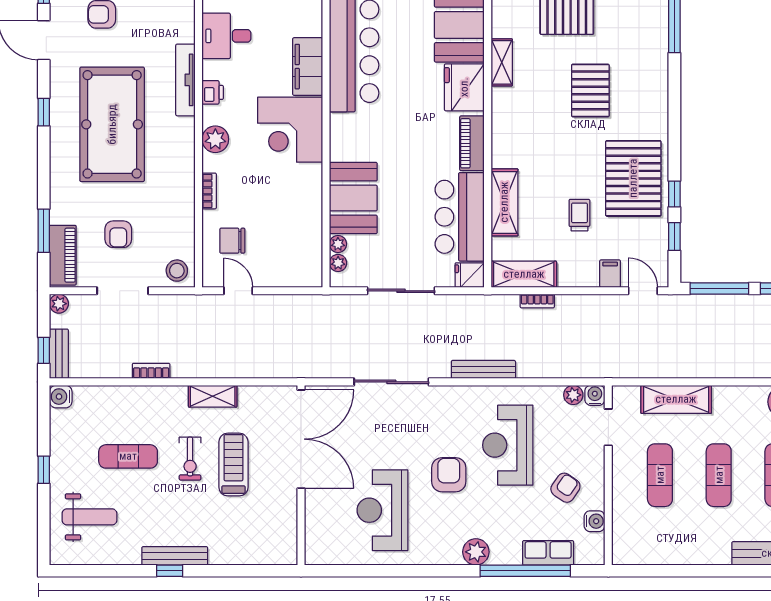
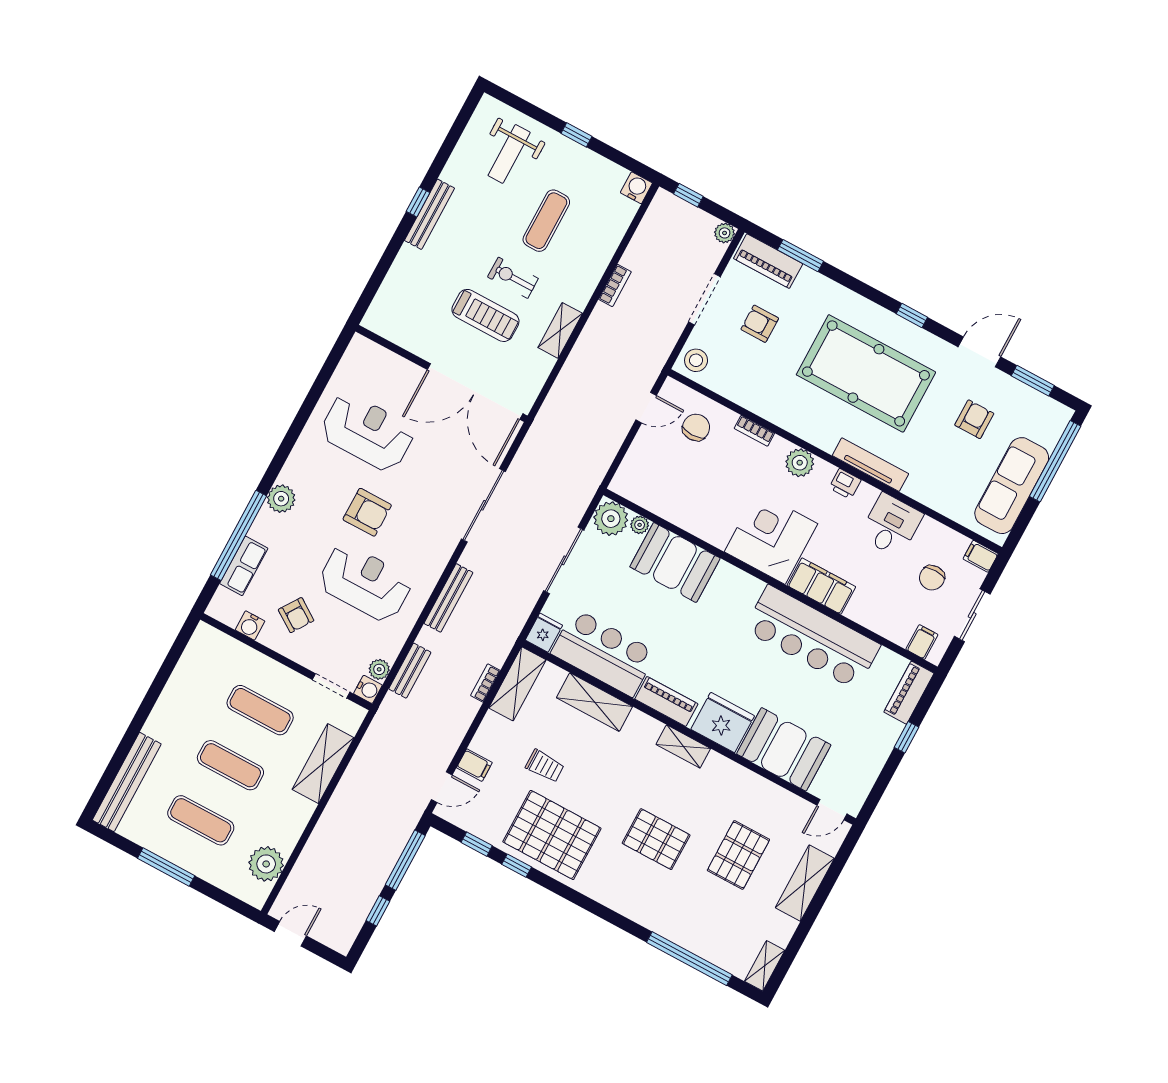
shelving: (502, 62) -> (683, 746), moved
plant: (338, 263) -> (611, 519), width x1.88, depth x1.88
bench: (59, 354) -> (410, 671), moved, turned 90

